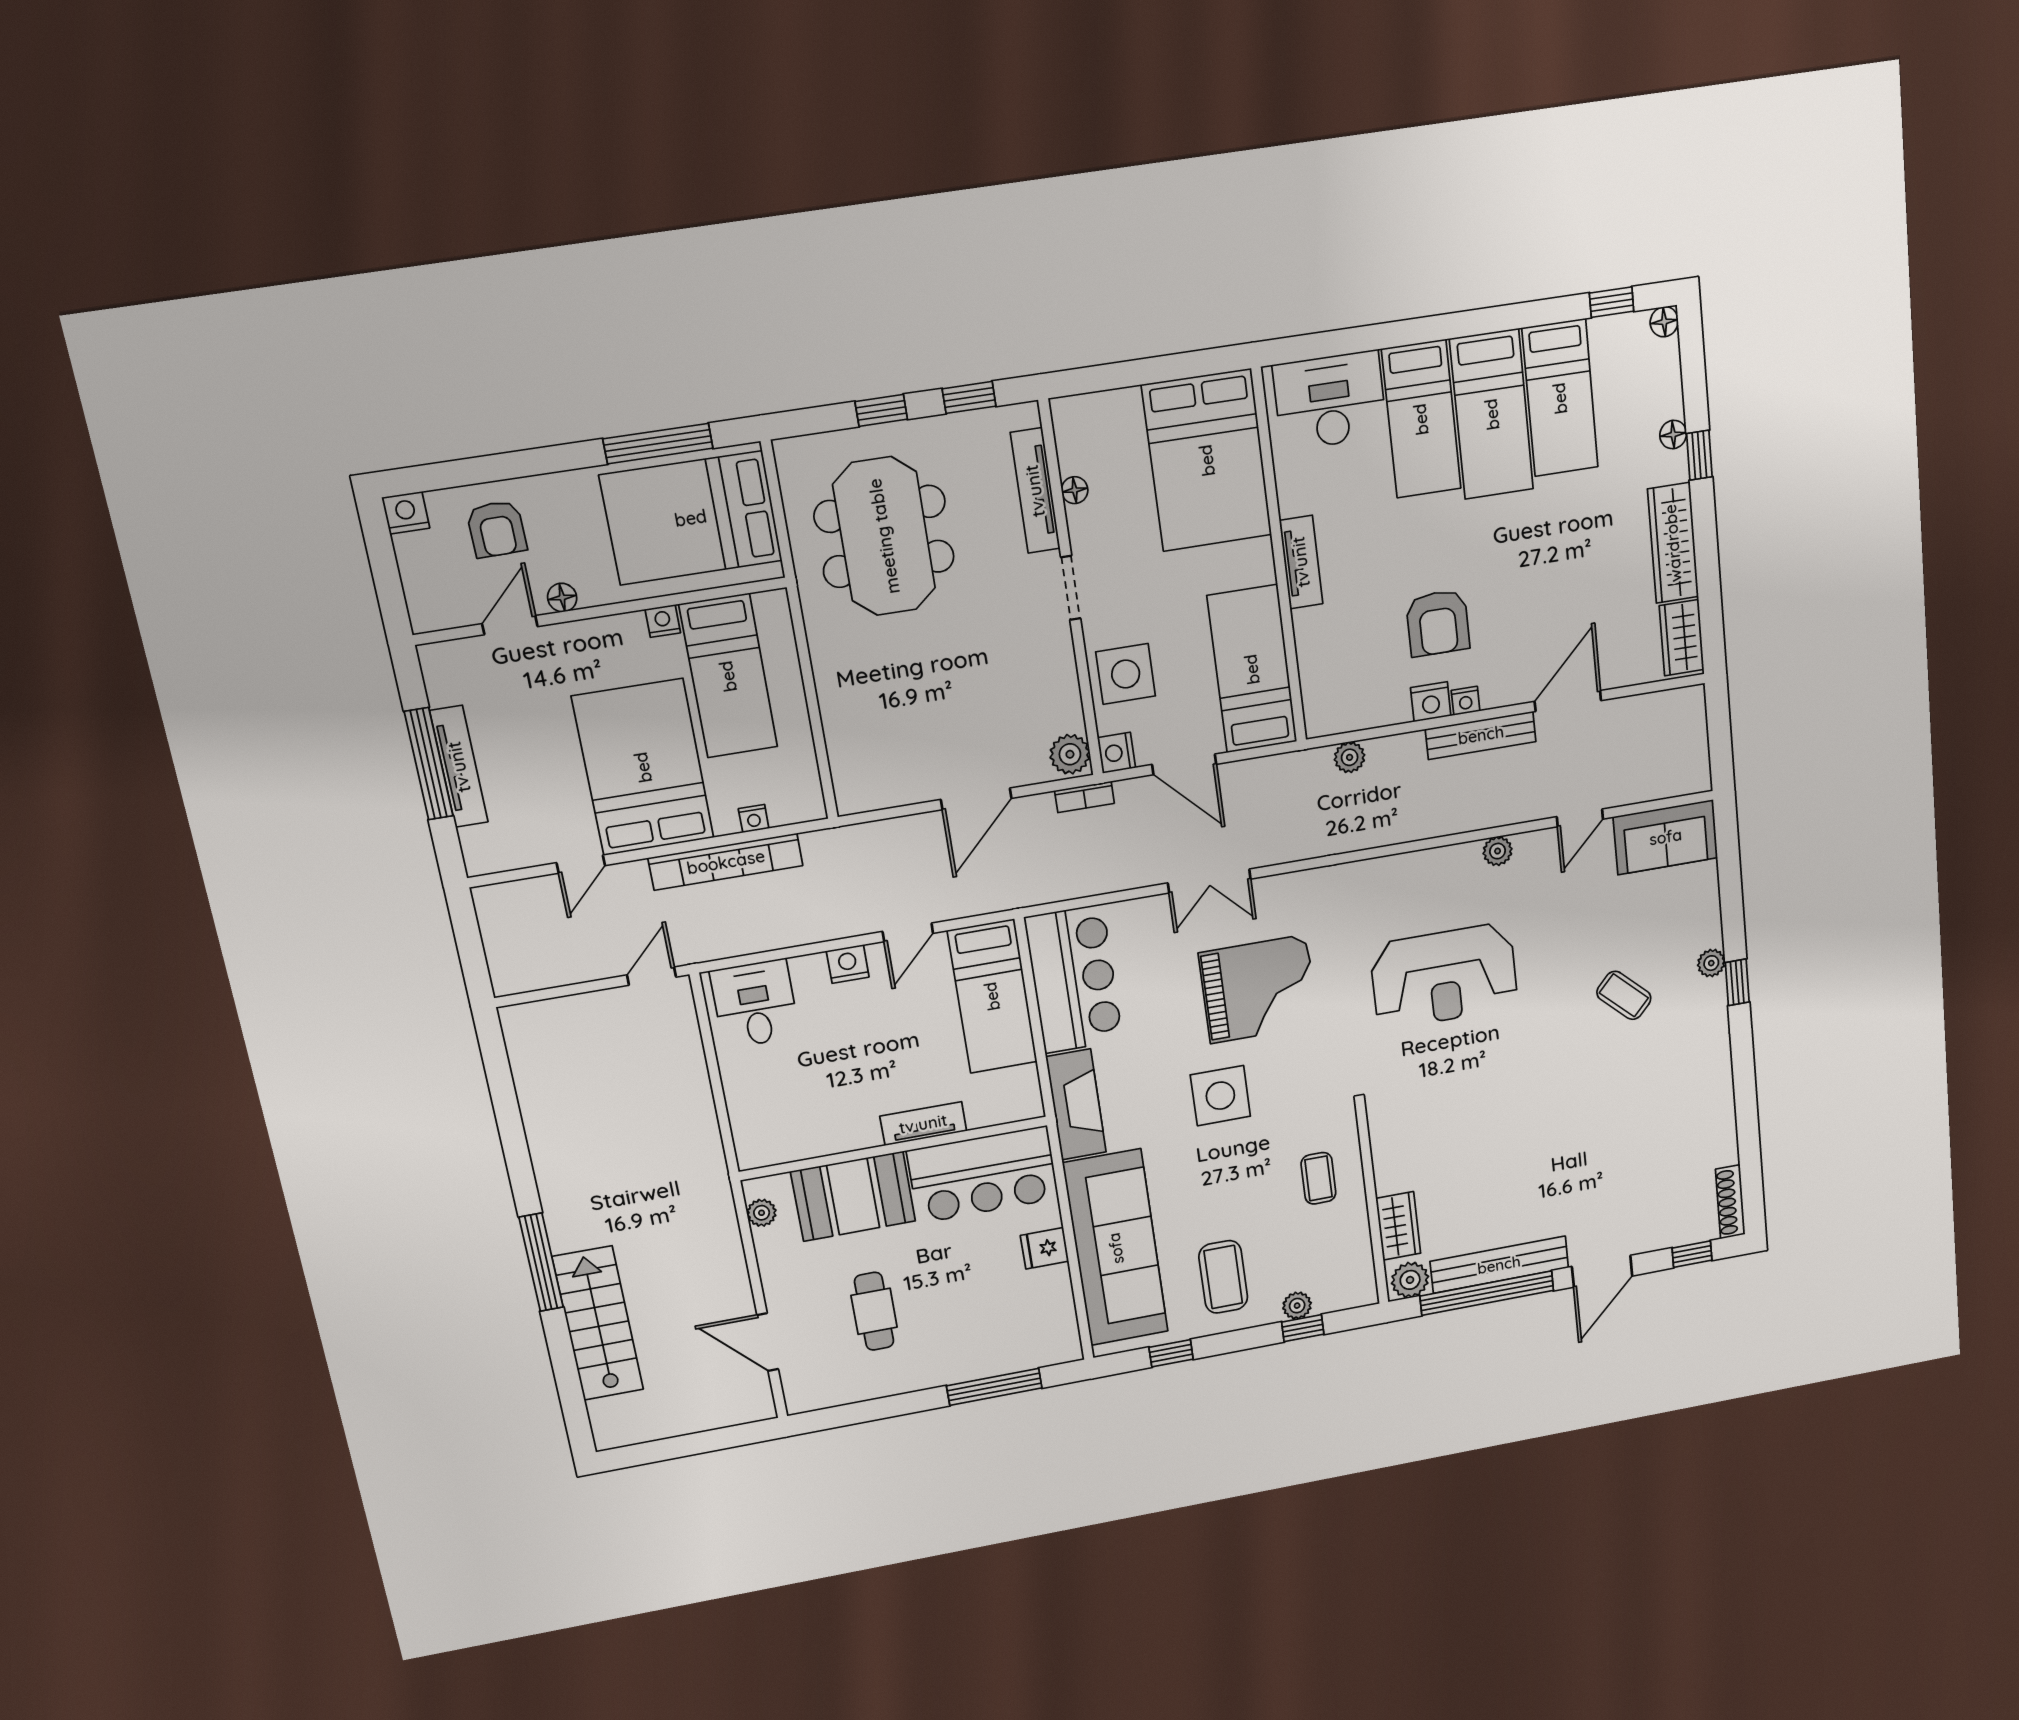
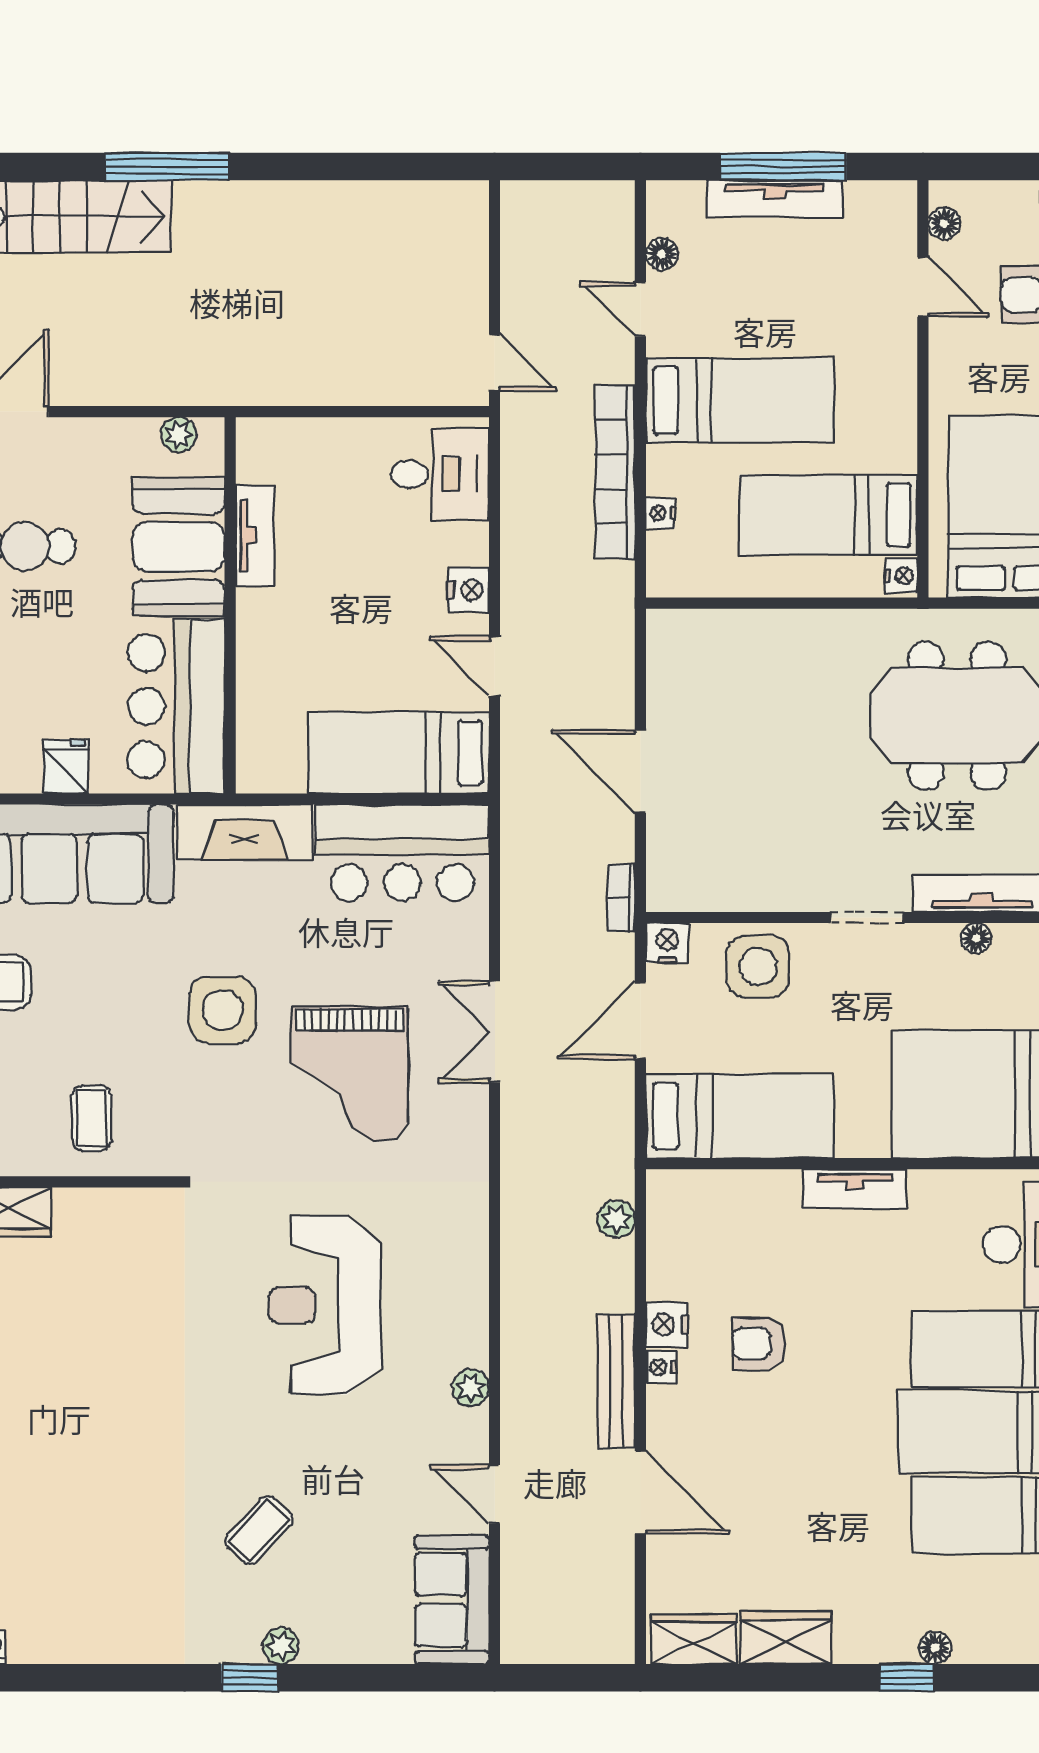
wardrobe: (1673, 543) -> (786, 1638), width x0.67
floor lamp: (562, 598) -> (944, 224), moved
nightstand: (663, 621) -> (901, 576), moved
armchair: (1438, 623) -> (759, 1343), width x0.72, depth x0.72
plant: (1070, 754) -> (675, 888), removed
bed: (643, 767) -> (740, 400), width x0.67
floor lamp: (529, 854) -> (662, 254), added
tv unit: (923, 1124) -> (255, 535), moved
coffee table: (1318, 1178) -> (92, 1118), turned 90

